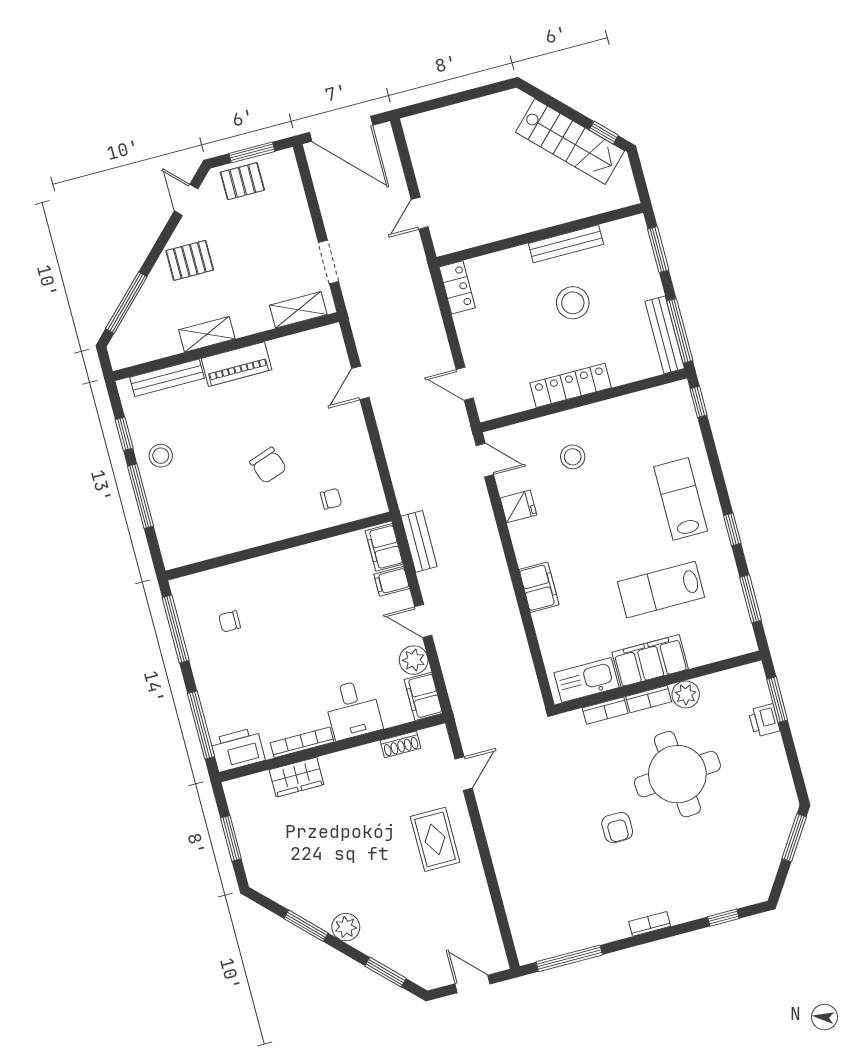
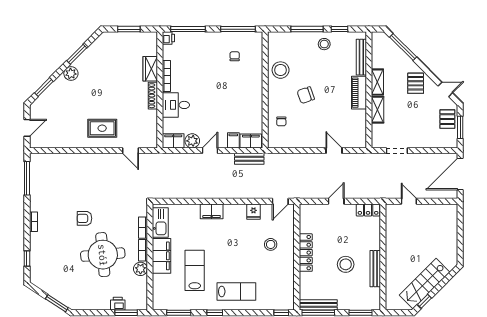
shelving: (298, 310) -> (378, 110), moved
door: (465, 384) -> (336, 201), moved
stool: (233, 526) -> (281, 70), added
shoe rack: (401, 744) -> (153, 96), moved, width x1.43
printer: (238, 750) -> (168, 38), width x0.53, depth x0.68

